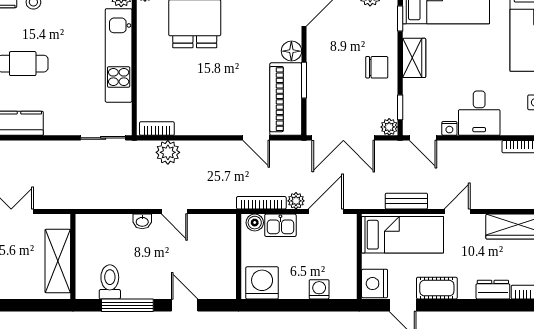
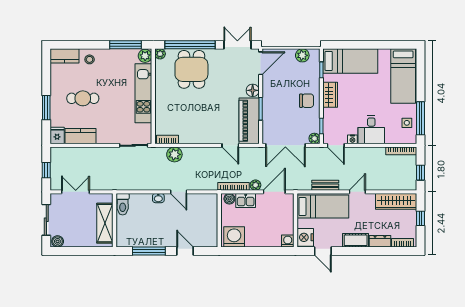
toilet: (110, 282) -> (123, 204), moved, turned 180
cot: (437, 288) -> (356, 240), moved
washing machine: (319, 289) -> (288, 241), moved

